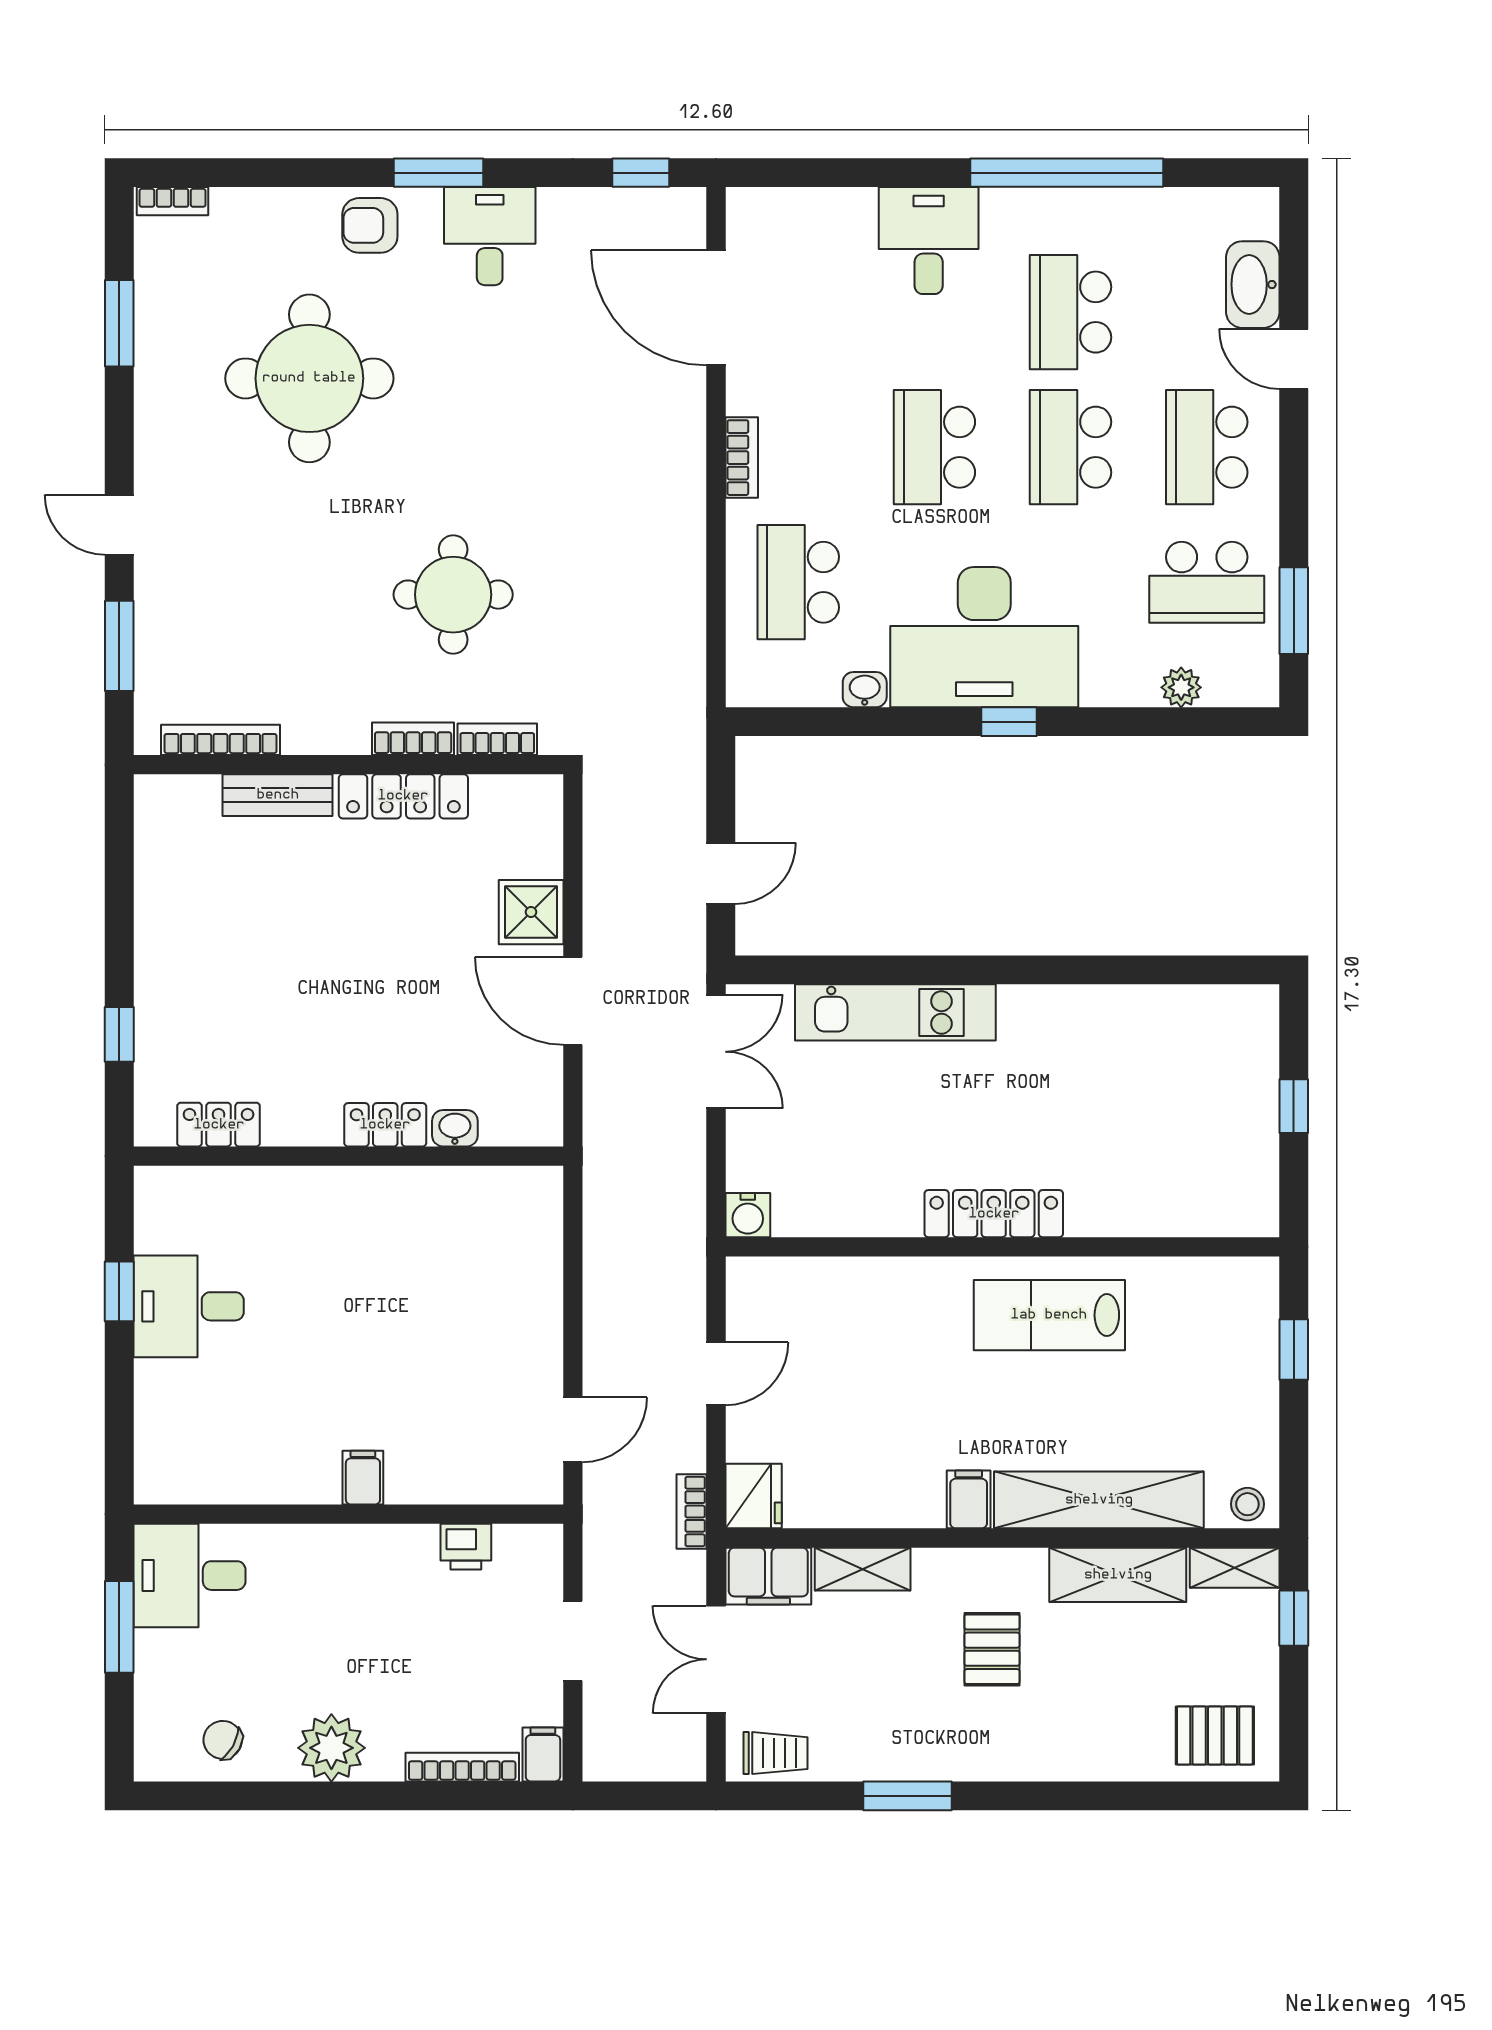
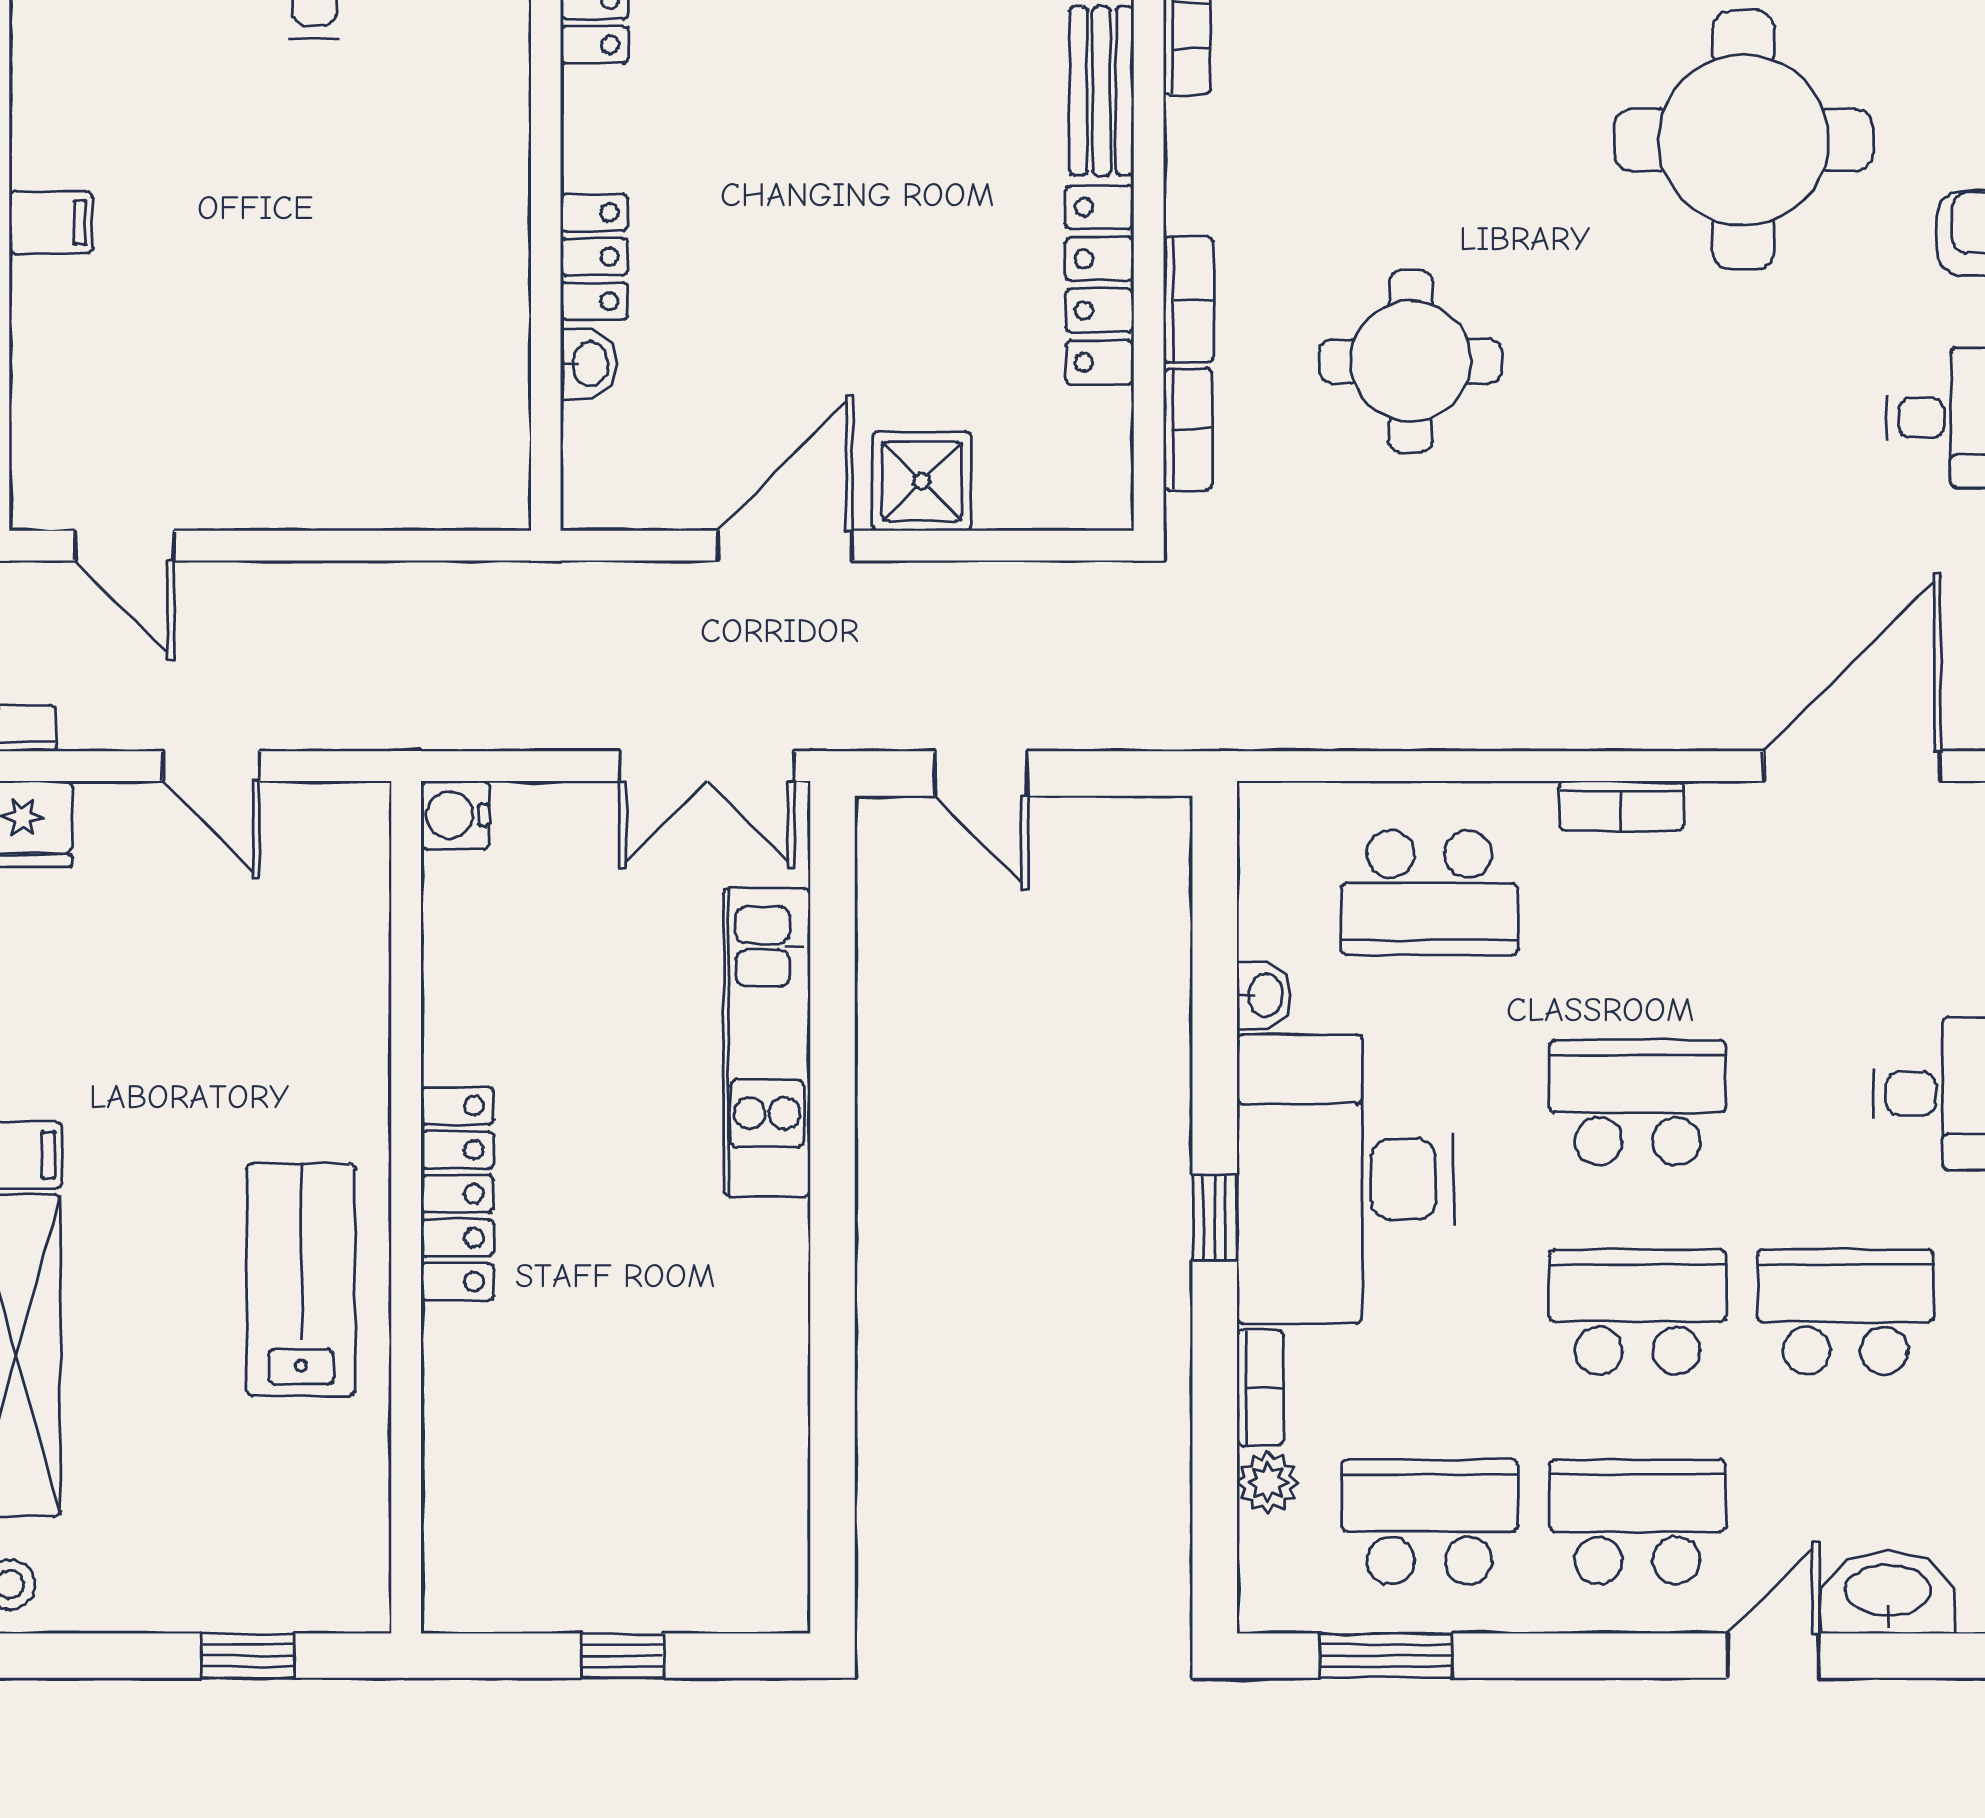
school desk: (798, 582) -> (1430, 893), turned 180
school desk: (1207, 582) -> (1430, 1522), turned 90
bookcase: (1120, 692) -> (1260, 1388), added

